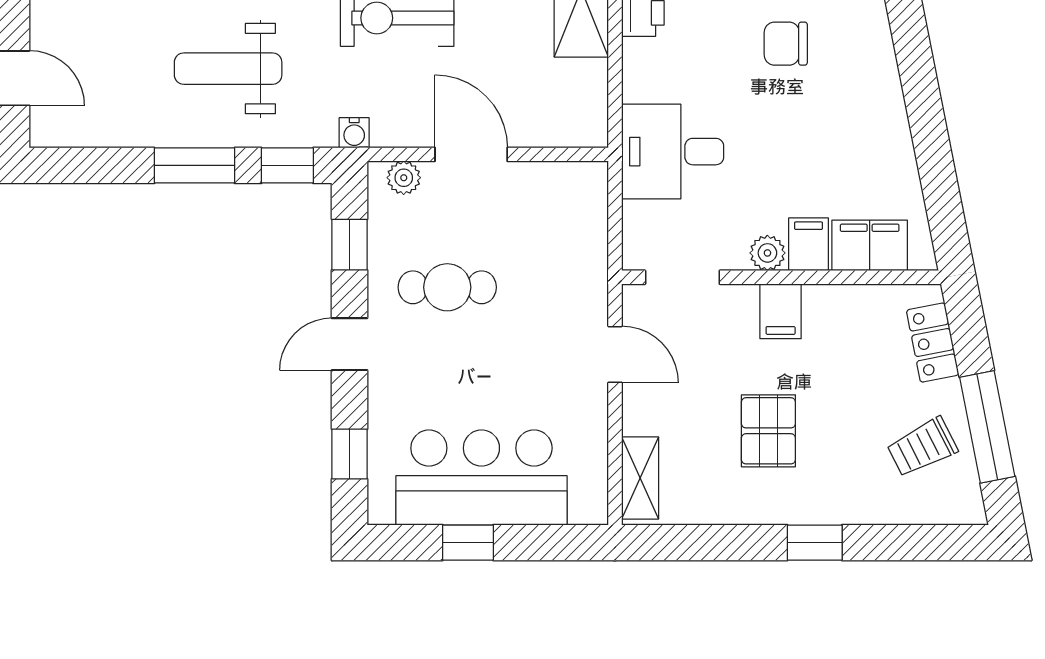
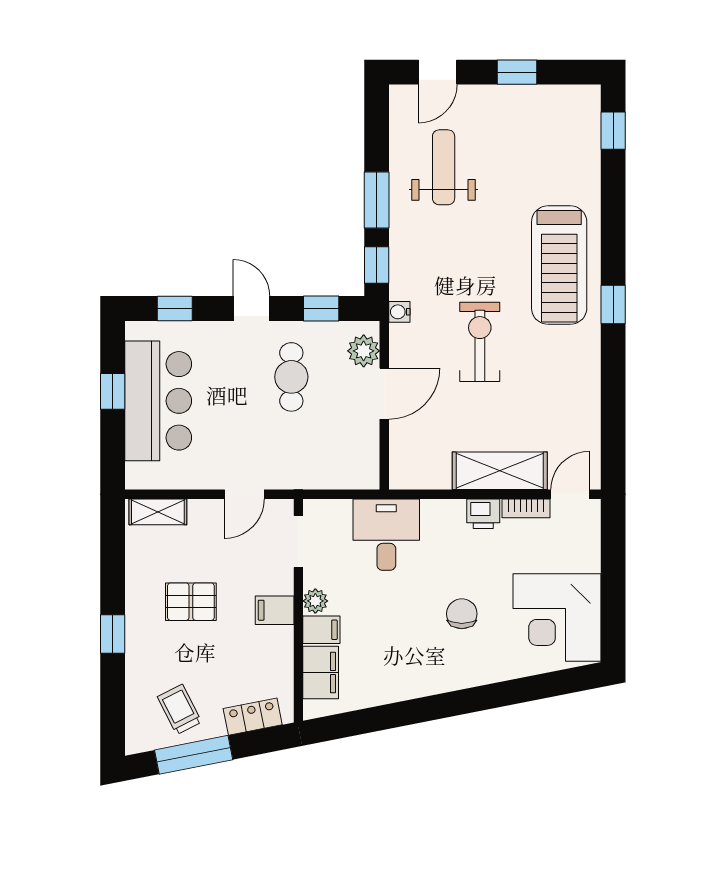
weight bench: (228, 69) -> (444, 167), moved
plant: (404, 178) -> (364, 351), width x1.38, depth x1.38

